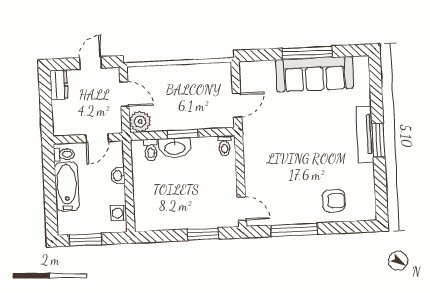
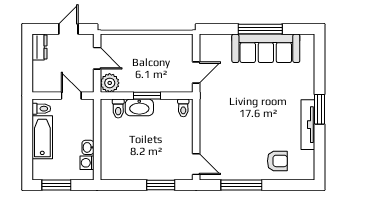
tv unit: (365, 134) -> (308, 125), moved
door: (97, 138) -> (71, 96), swing flipped
washbasin: (118, 176) -> (88, 147), moved

